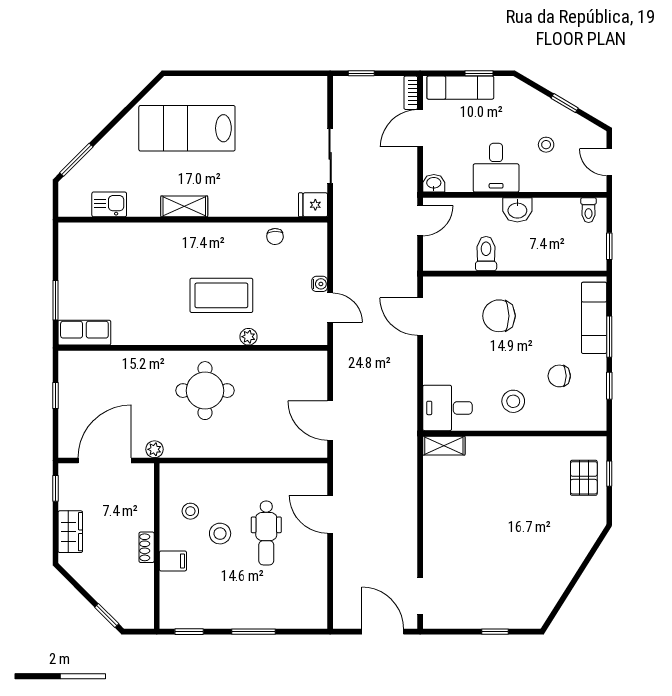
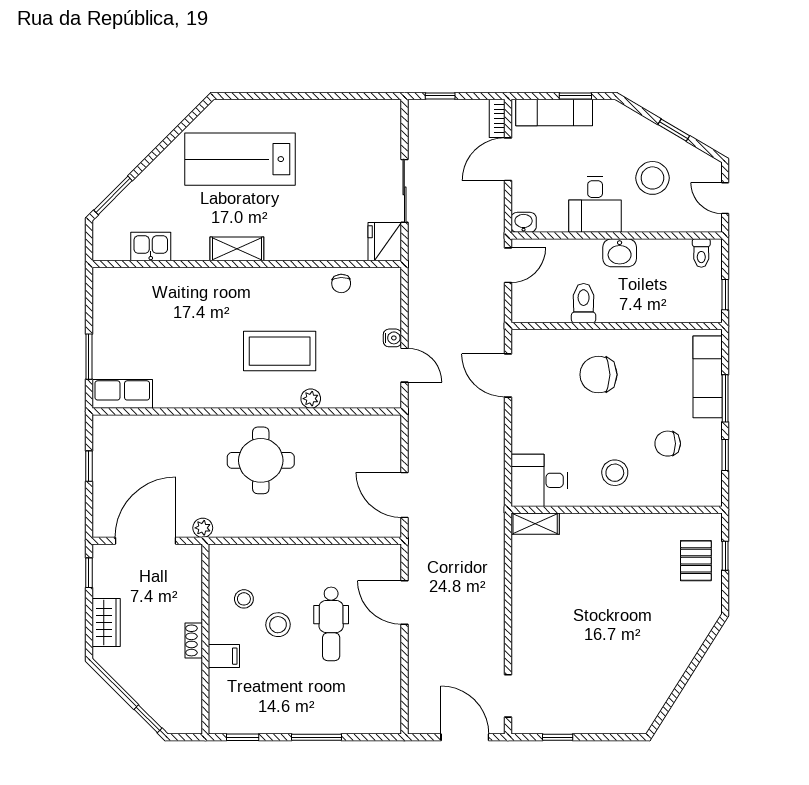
stool: (546, 145) -> (652, 178), width x1.89, depth x1.89
fridge: (313, 205) -> (385, 242), width x1.38
window: (495, 632) -> (558, 737), moved

